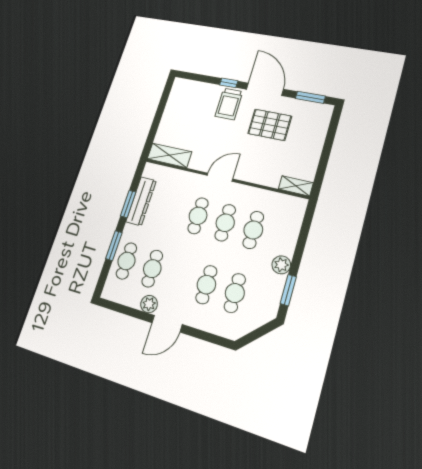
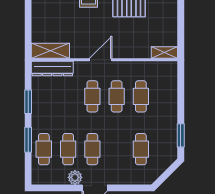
dresser: (141, 201) -> (52, 69), moved, turned 90
plant: (281, 265) -> (170, 118), removed
cafe table: (206, 285) -> (92, 149), moved

